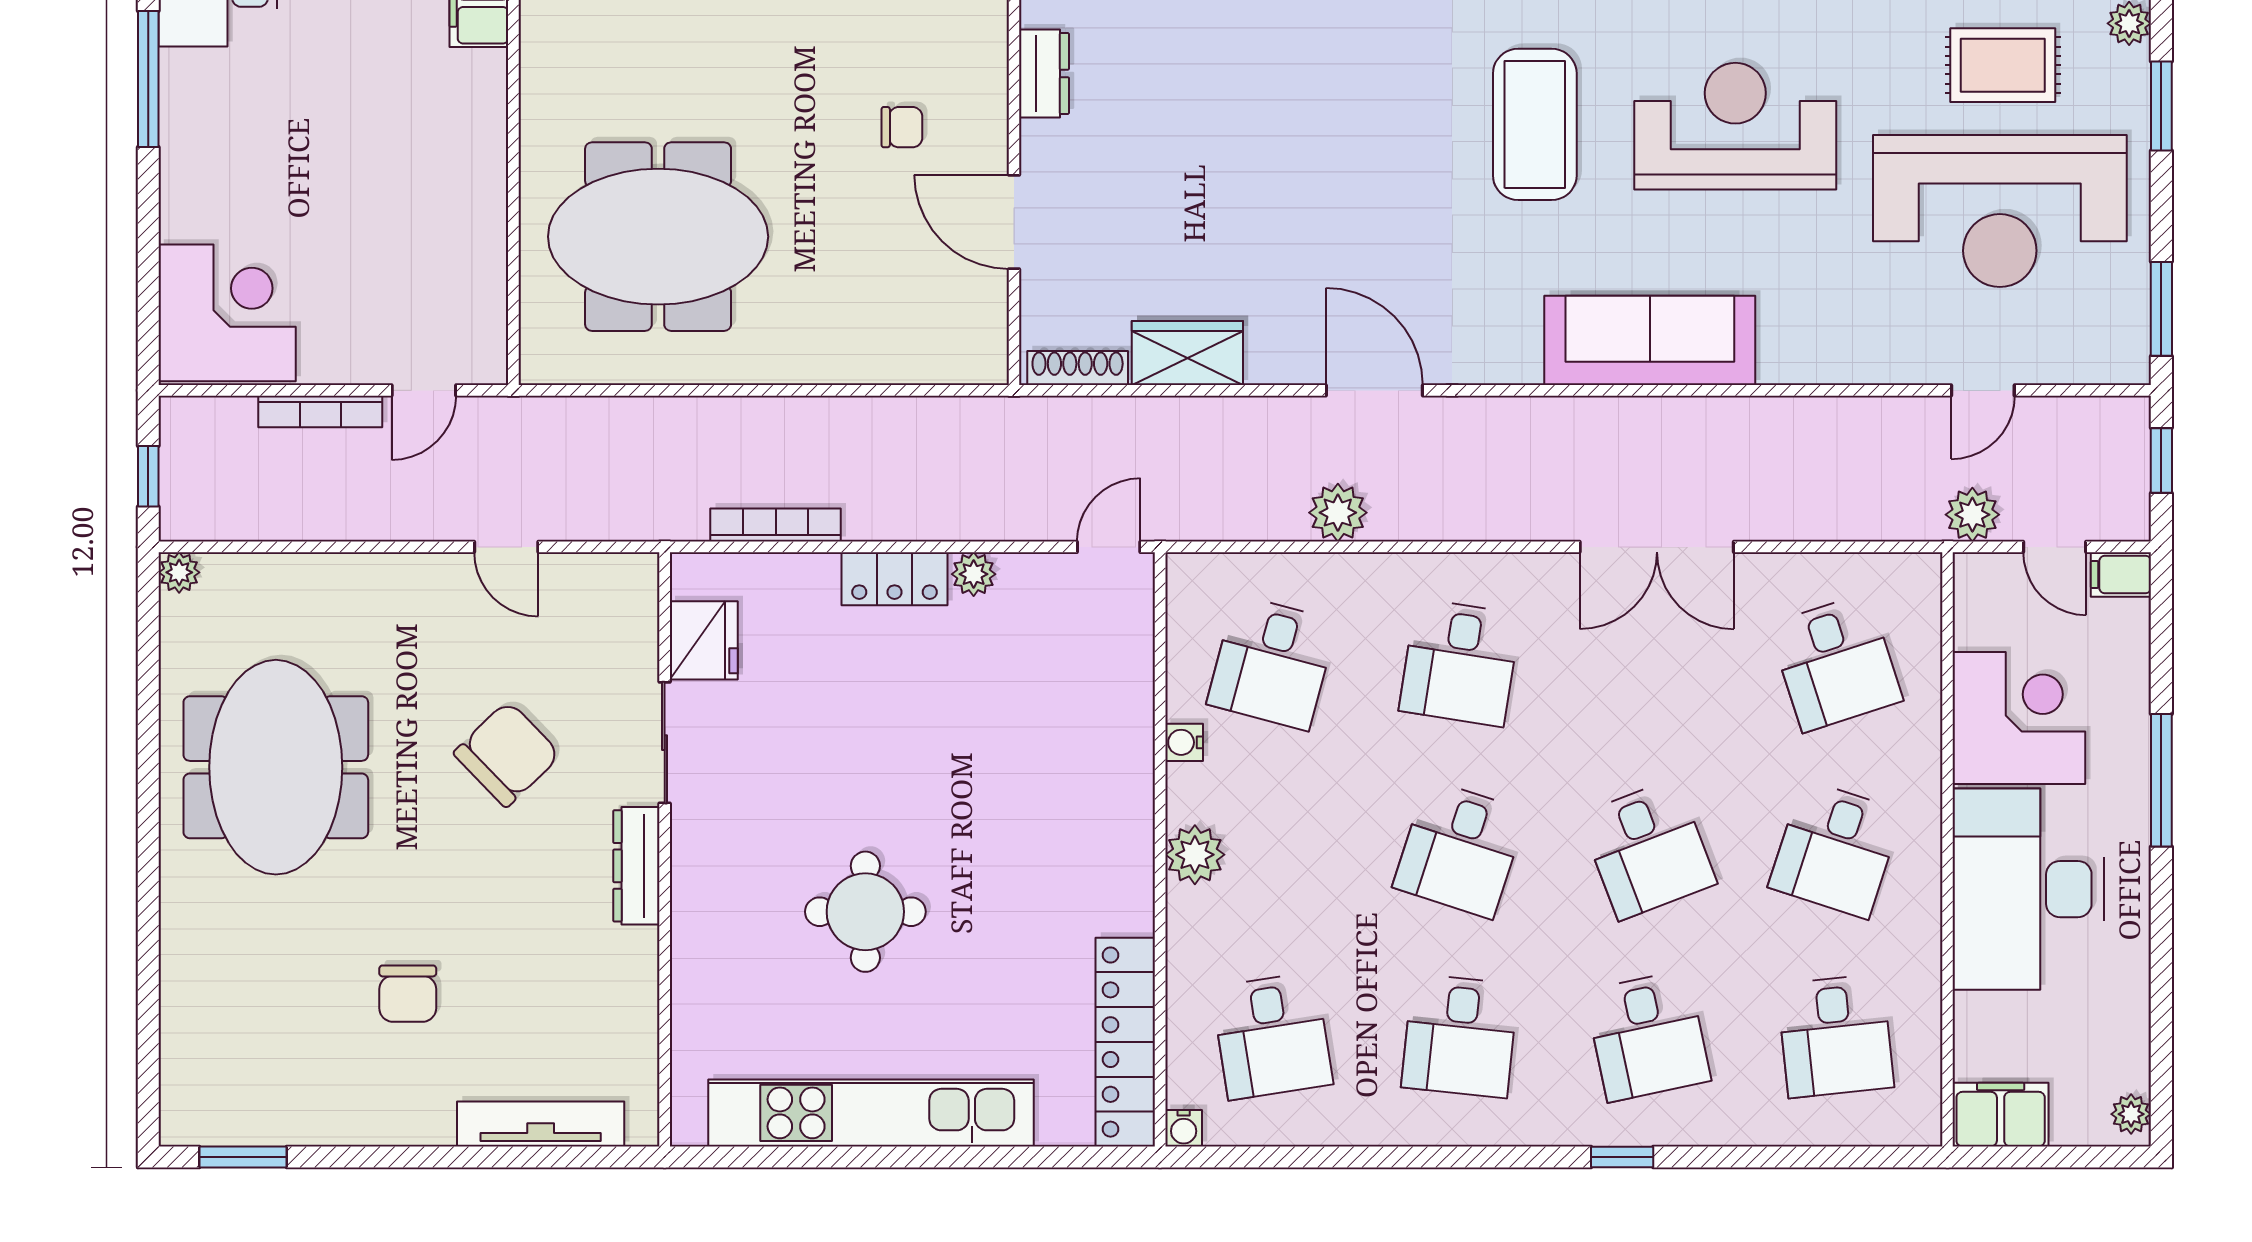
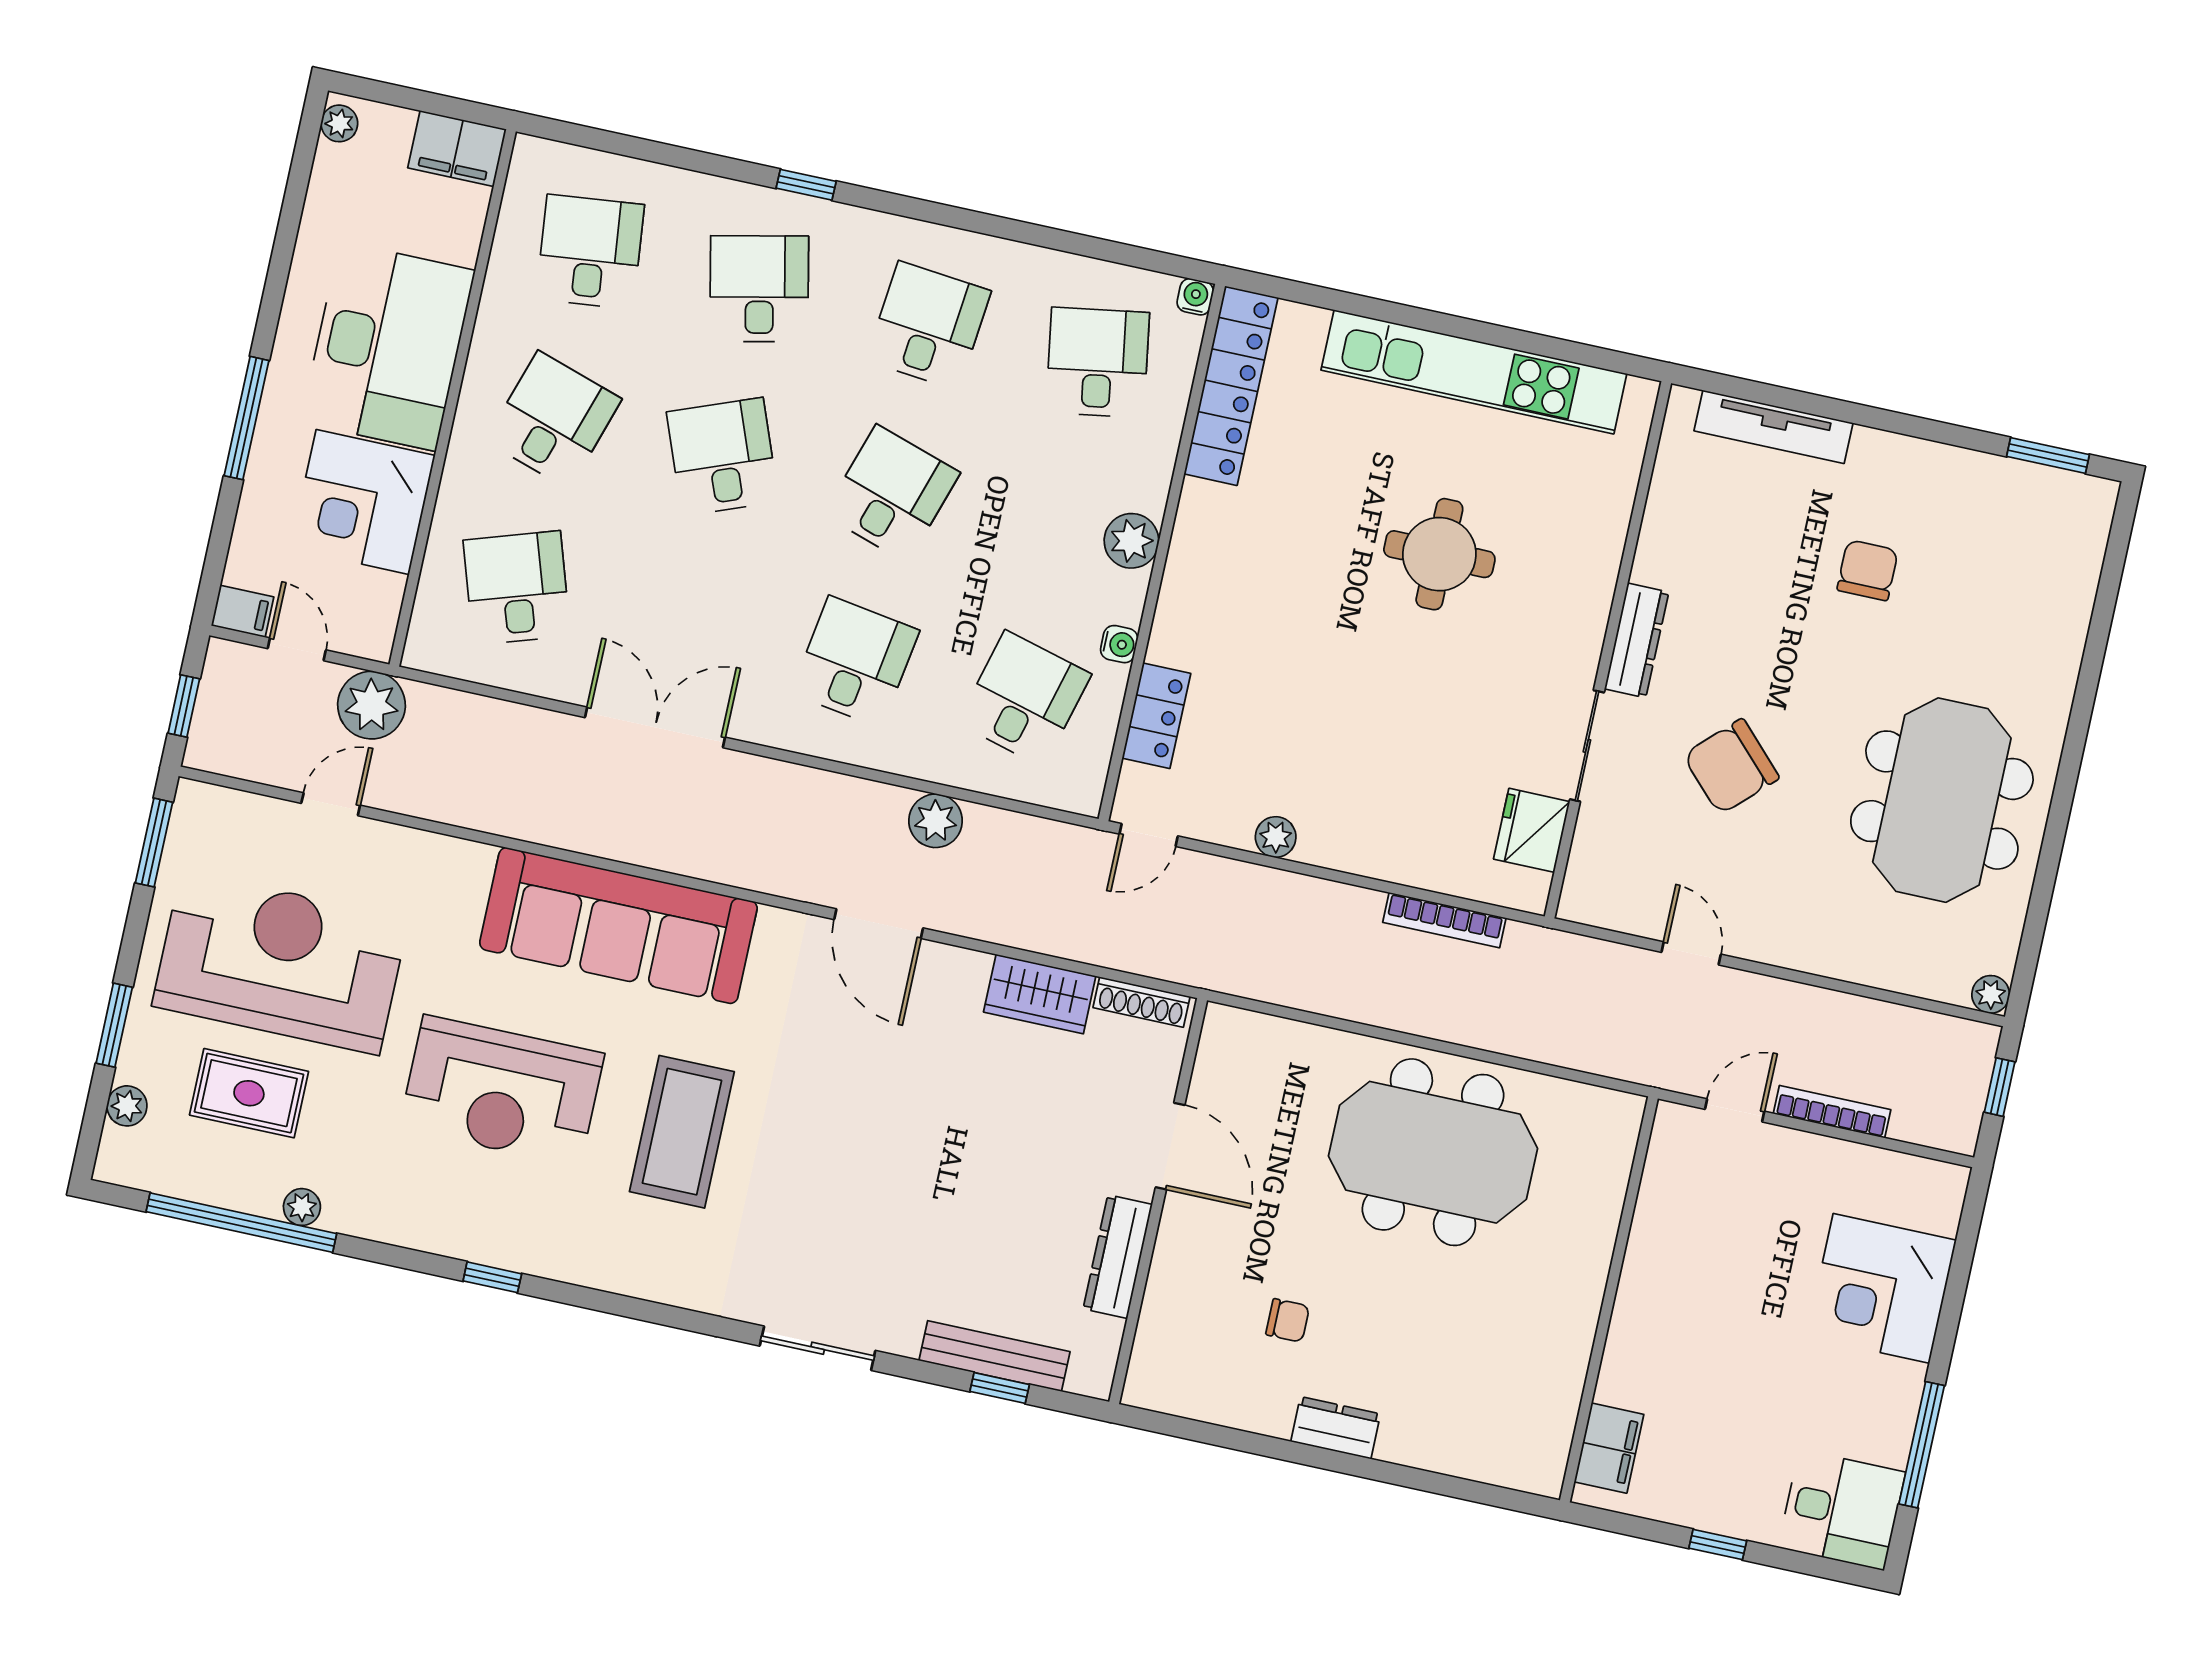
dresser: (1044, 73) -> (1118, 1257), width x1.44
chair: (902, 127) -> (1288, 1320), moved, turned 180
meeting table: (658, 237) -> (1433, 1152), moved
corner desk: (227, 313) -> (1881, 1288), moved
sofa: (1650, 340) -> (618, 926), width x1.36, depth x1.27
plant: (1972, 515) -> (371, 705), width x1.36, depth x1.36
locker: (894, 579) -> (1156, 716), moved, turned 90

